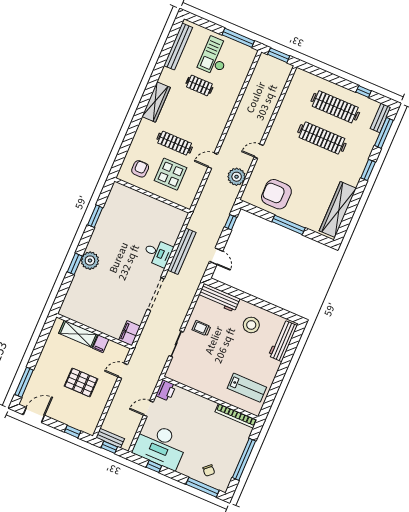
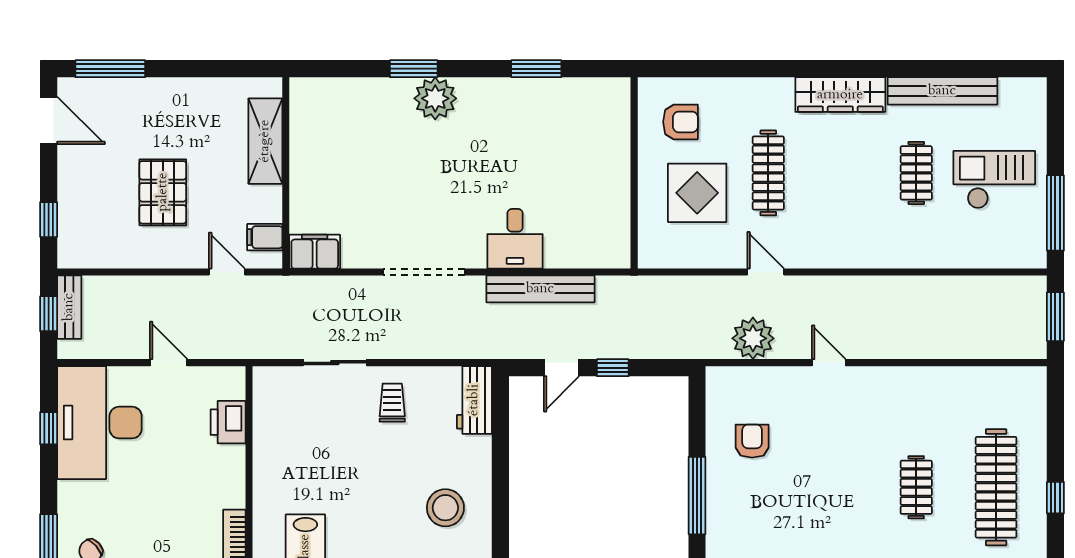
bench: (178, 46) -> (942, 91), moved
window: (364, 92) -> (1055, 498), moved
clothes rail: (322, 138) -> (916, 487), width x0.54, depth x0.76
armchair: (276, 194) -> (752, 441), width x0.53, depth x0.53
window: (231, 222) -> (613, 368), moved
workbench: (219, 298) -> (474, 400), width x0.73
filing cabinet: (101, 344) -> (265, 237), moved
printer: (166, 390) -> (228, 422), moved, turned 90

